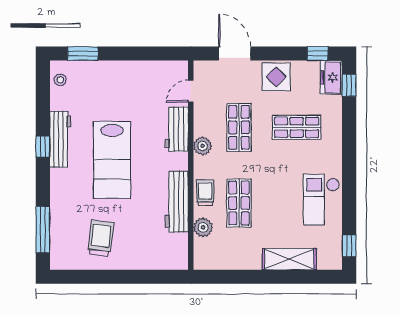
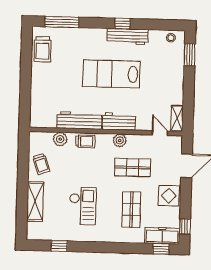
shelving: (170, 69) -> (177, 118), added
freezer: (331, 77) -> (162, 236), width x1.40
workbench: (177, 129) -> (119, 122), moved
checkout: (321, 199) -> (83, 206), moved, turned 90
shop shelf: (239, 203) -> (77, 166), removed
trolley: (101, 238) -> (43, 49), moved, turned 83
window: (349, 246) -> (59, 246), moved
trolley: (238, 252) -> (41, 164), added

